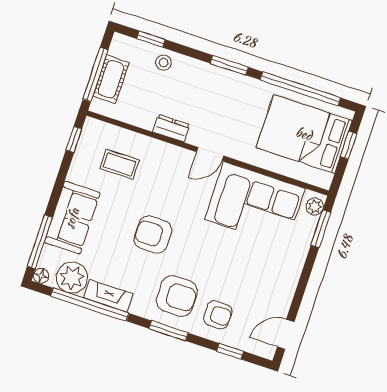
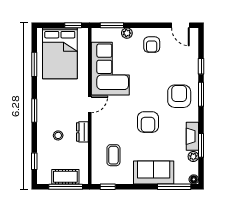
stool: (164, 63) -> (58, 135), moved
window: (300, 89) -> (34, 64), width x0.47
window: (349, 145) -> (73, 25), moved
door: (210, 154) -> (90, 104), hinge flipped
plant: (315, 206) -> (127, 33), moved
plant: (72, 278) -> (193, 157), width x0.53, depth x0.53
window: (90, 305) -> (201, 145), width x0.47
armchair: (218, 315) -> (152, 45), moved, turned 180
window: (230, 351) -> (201, 66), moved

